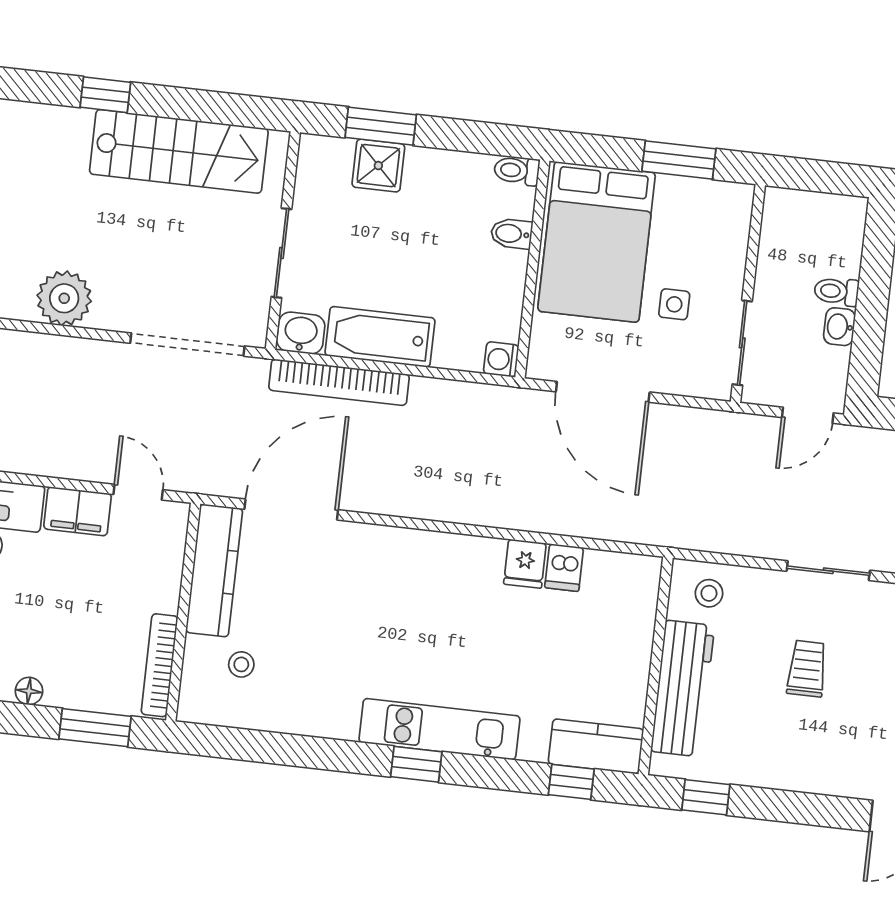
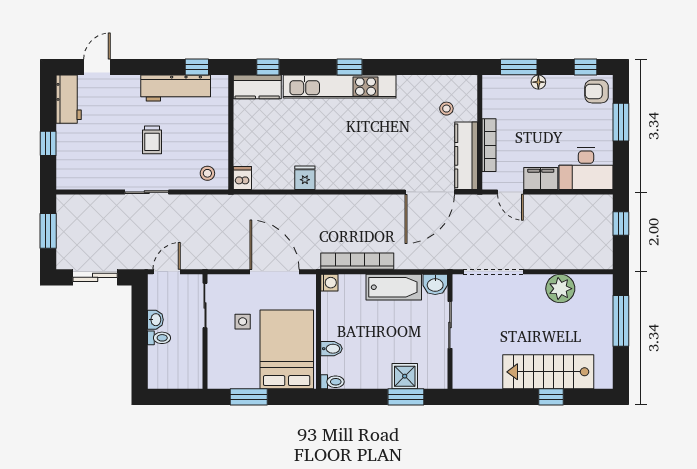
stairs: (179, 151) -> (548, 372), moved
bookcase: (339, 382) -> (357, 261), moved
dishwasher: (564, 568) -> (242, 178), moved
bookcase: (159, 665) -> (489, 145), moved
workbench: (683, 688) -> (176, 88), moved, turned -90
floor lamp: (29, 691) -> (538, 82), moved
kitchen unit: (439, 729) -> (340, 87), width x1.36

